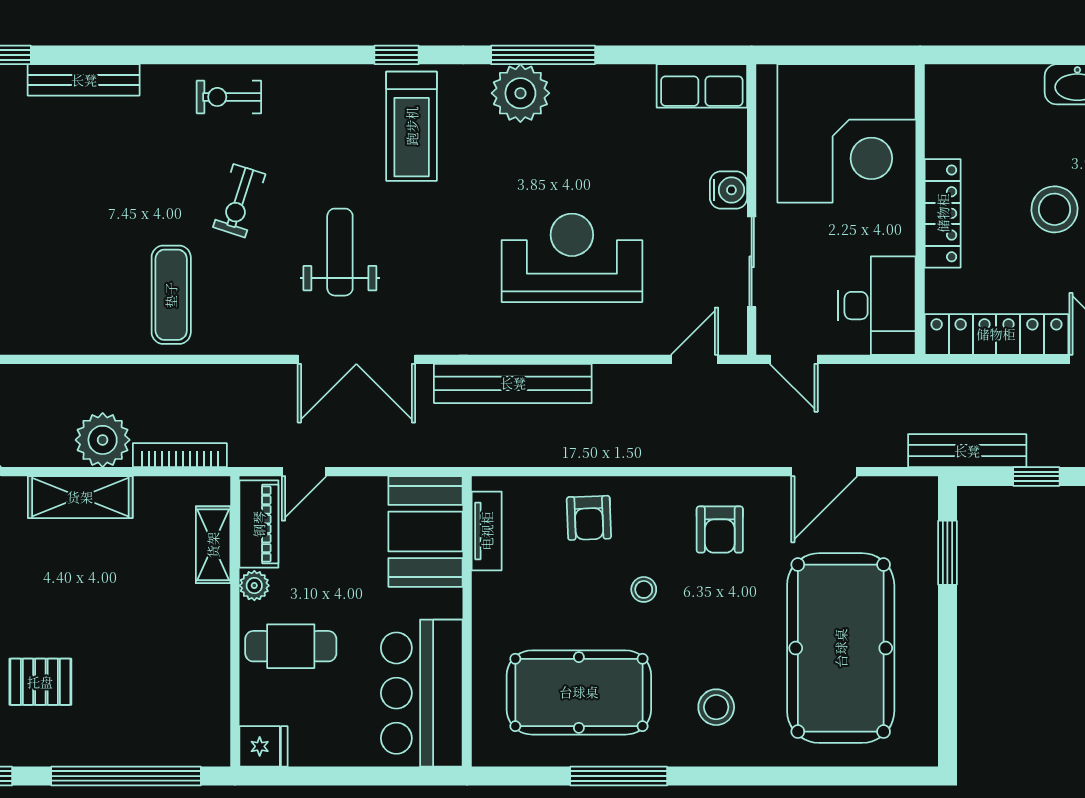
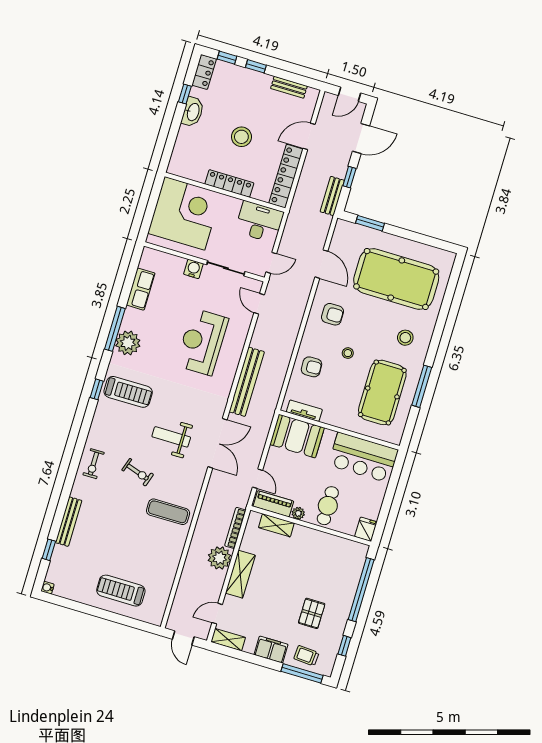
row of seats: (702, 86) -> (141, 289), moved
bench: (967, 451) -> (332, 196), width x0.73

